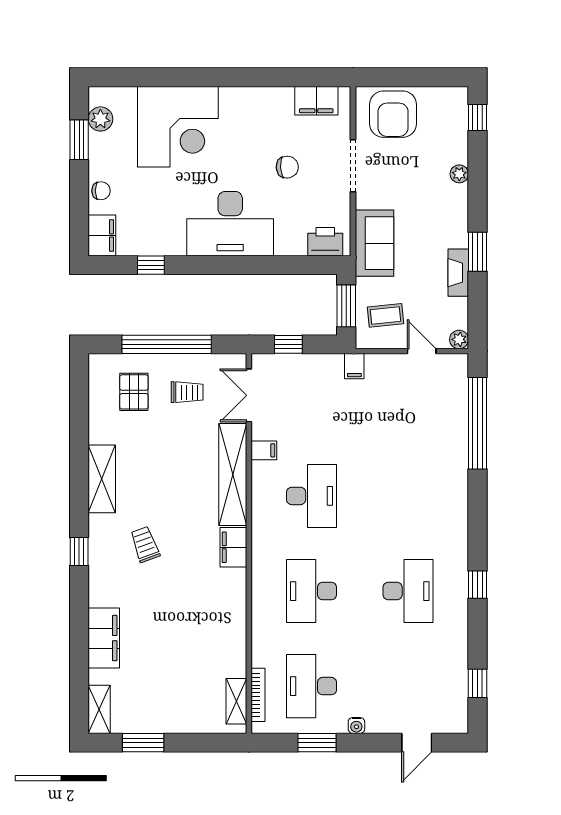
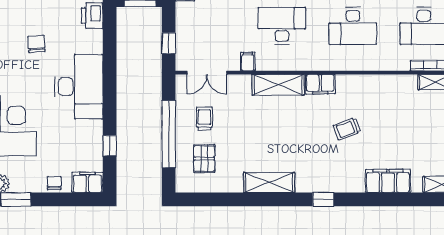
pallet: (134, 392) -> (204, 158), turned 90
shelving: (233, 474) -> (278, 85), width x0.68
trolley: (145, 544) -> (347, 129), moved

